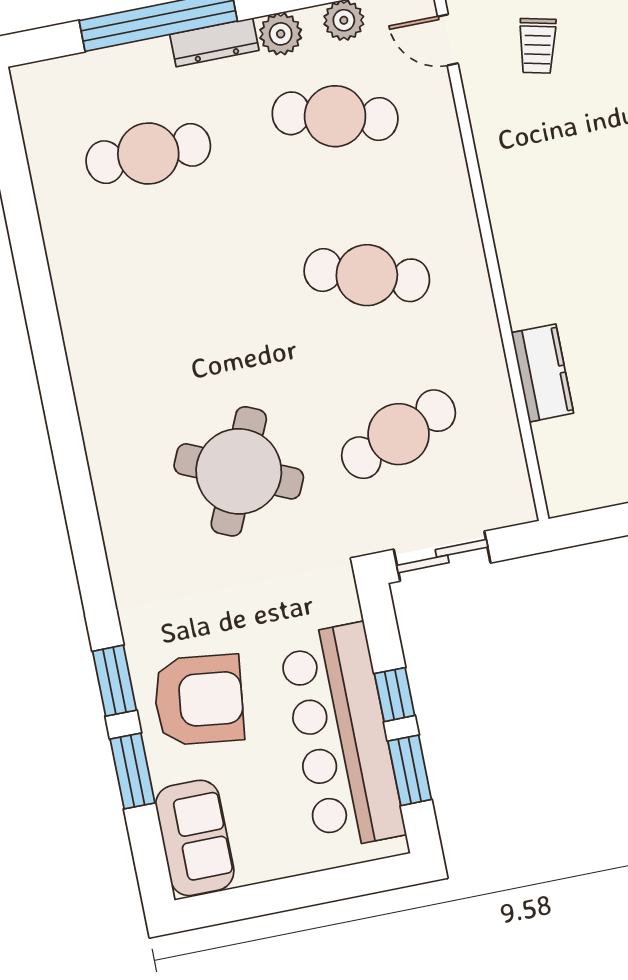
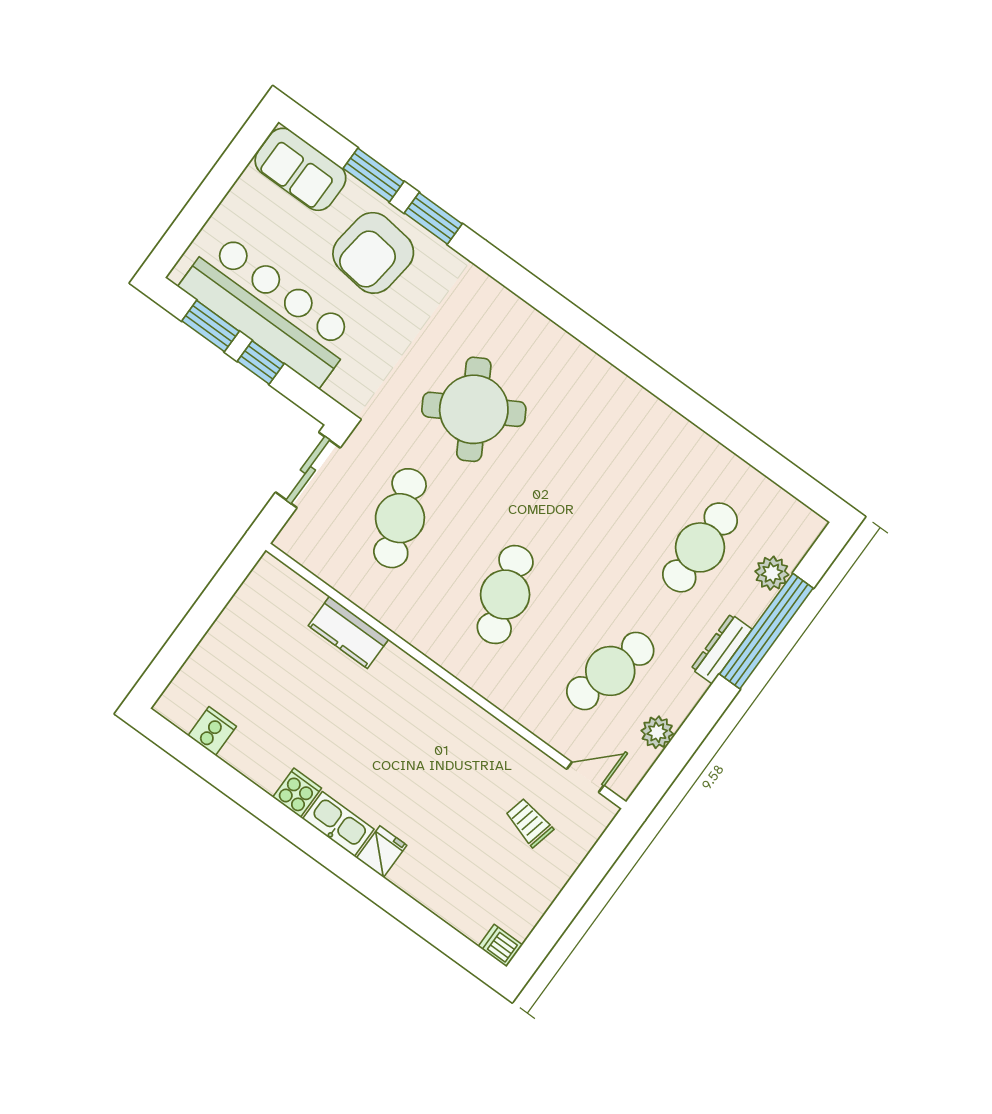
plant: (281, 34) -> (772, 573), moved
cafe table: (367, 275) -> (505, 595), turned -36
round table: (239, 471) -> (474, 409), turned 36

